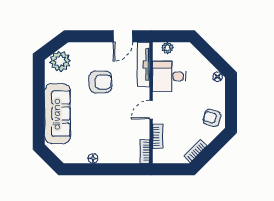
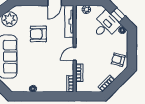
window: (212, 56) -> (118, 15), added
desk: (169, 76) -> (106, 25), moved, turned 135
armchair: (101, 82) -> (38, 34), turned 180

